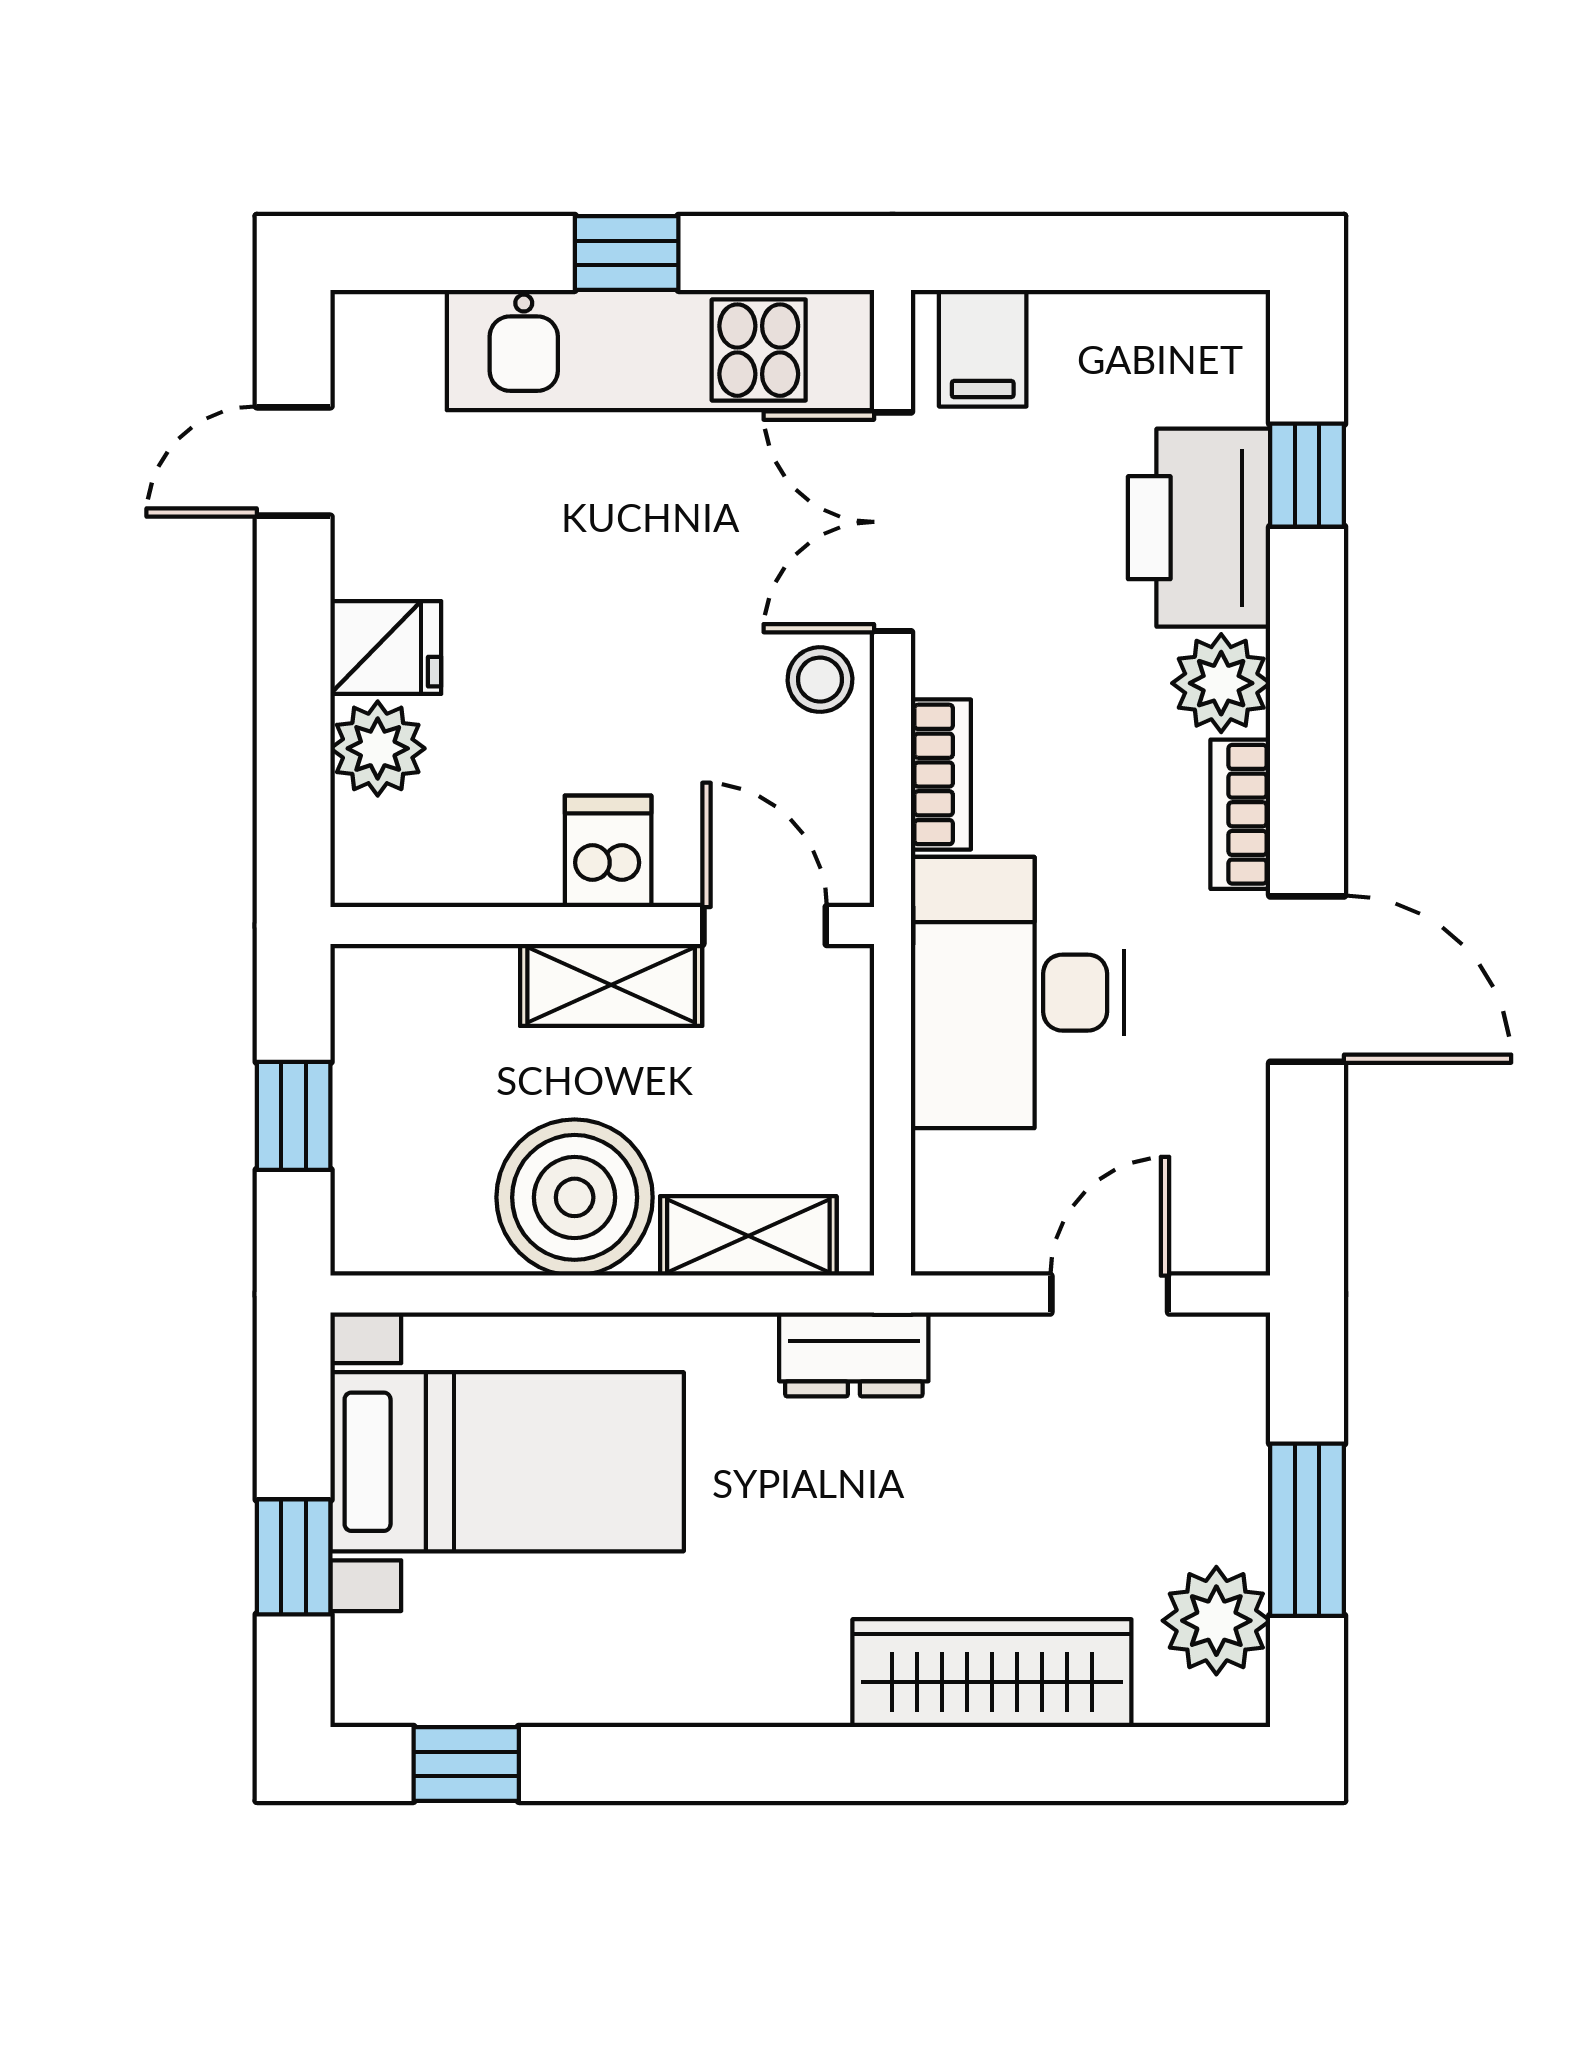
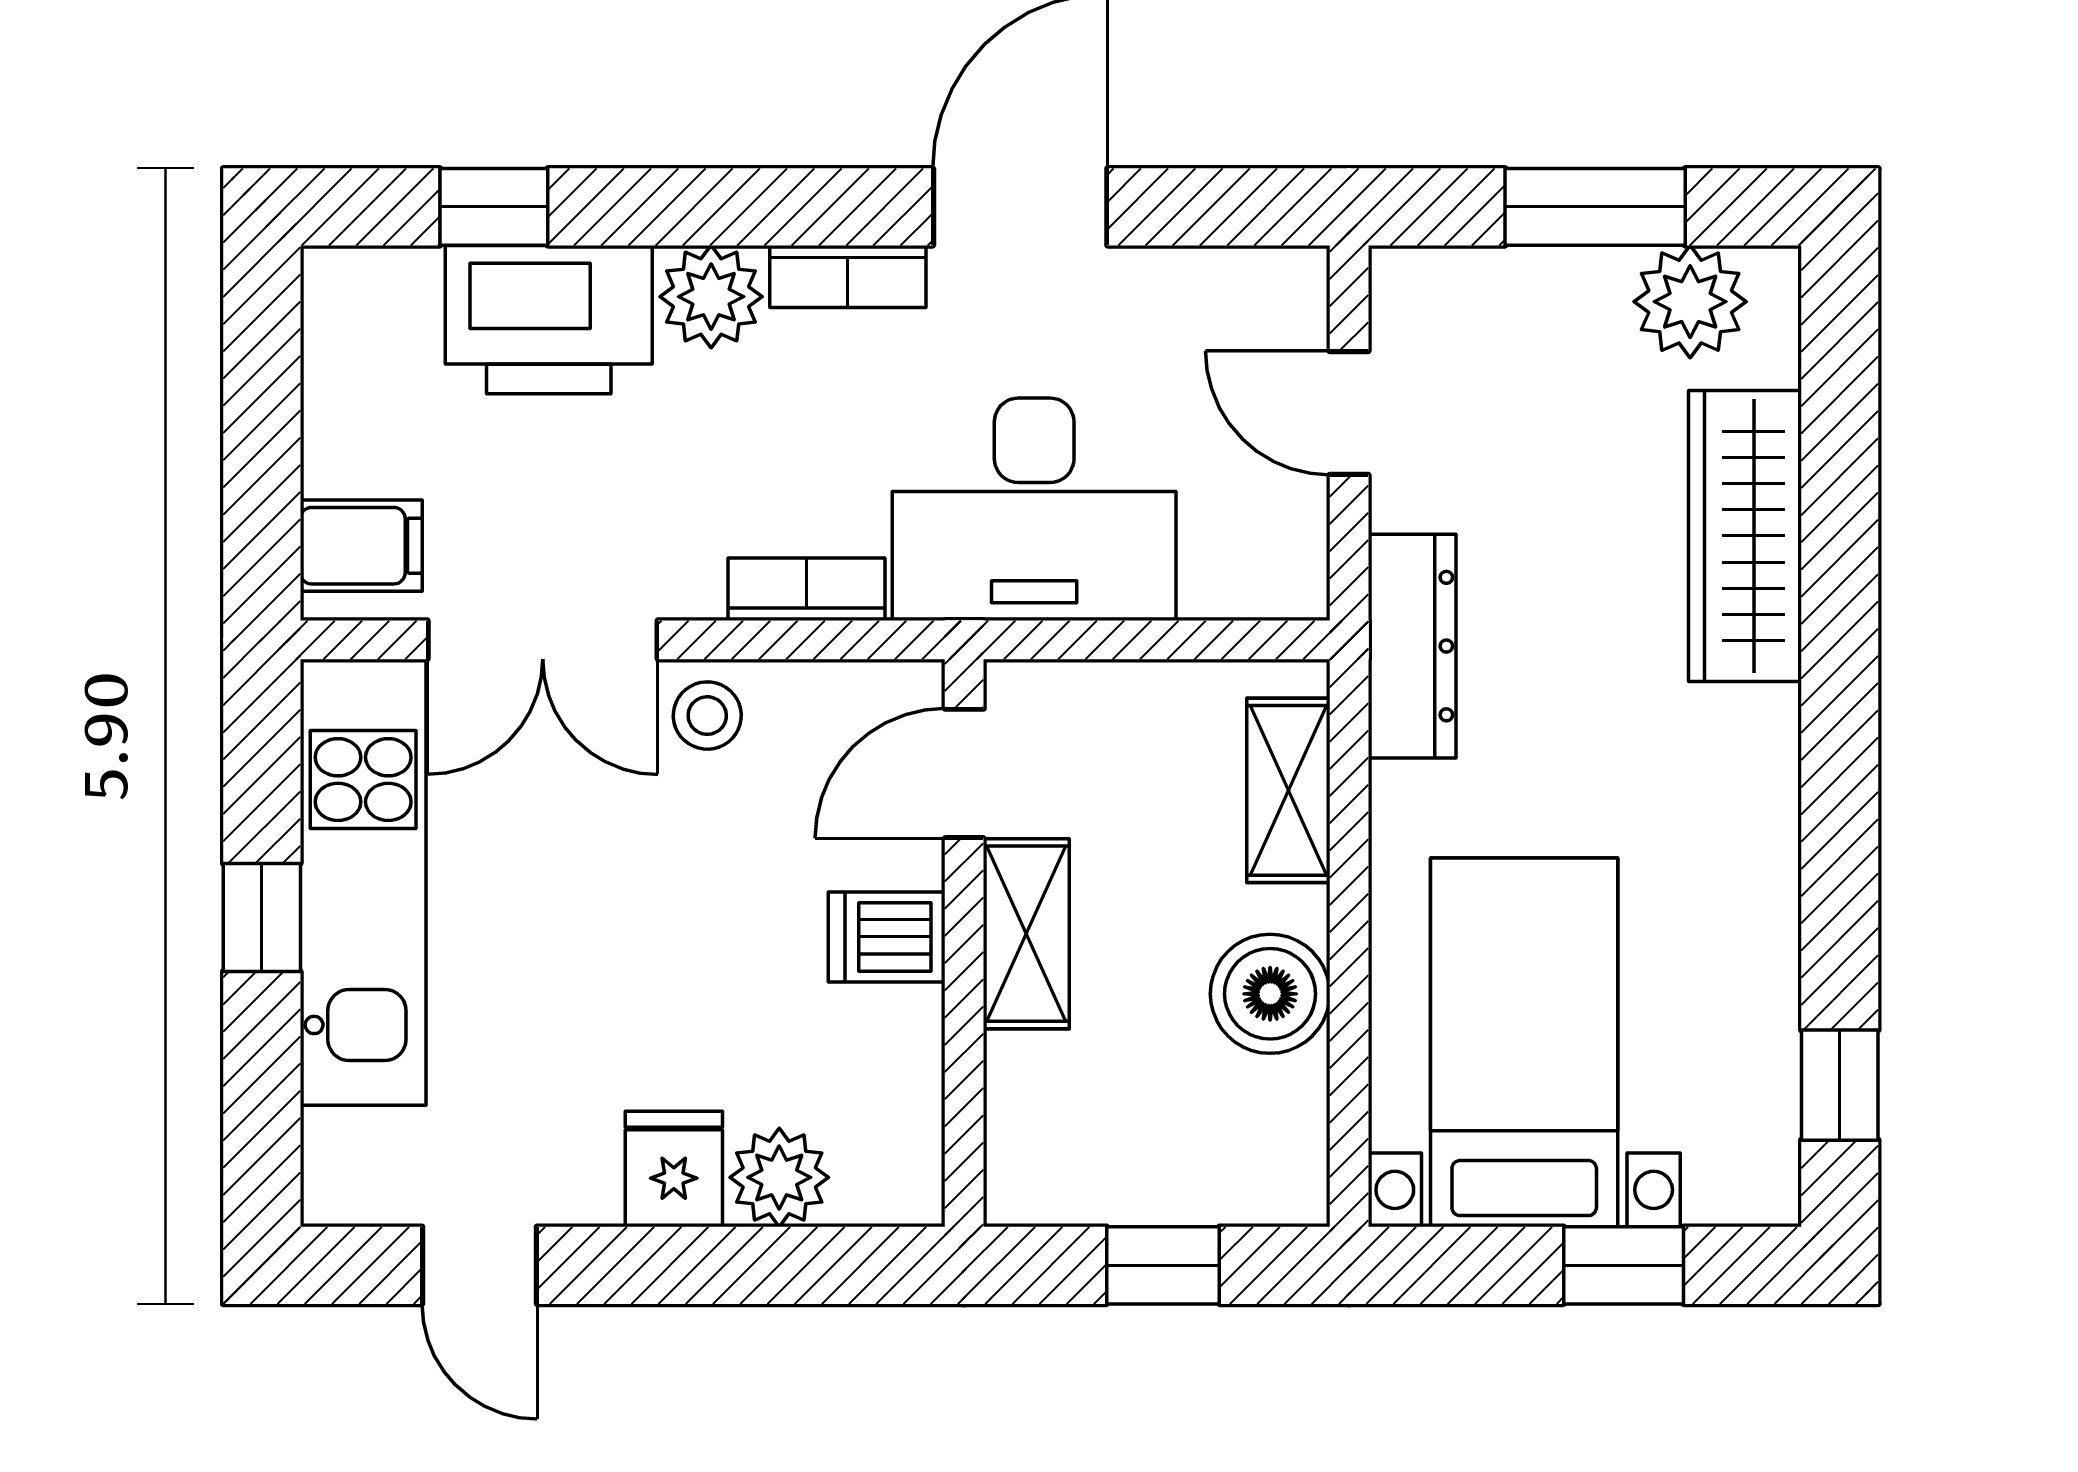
boiler: (575, 1197) -> (1270, 994), width x0.73, depth x0.73
dresser: (854, 1354) -> (1412, 646), width x1.44

